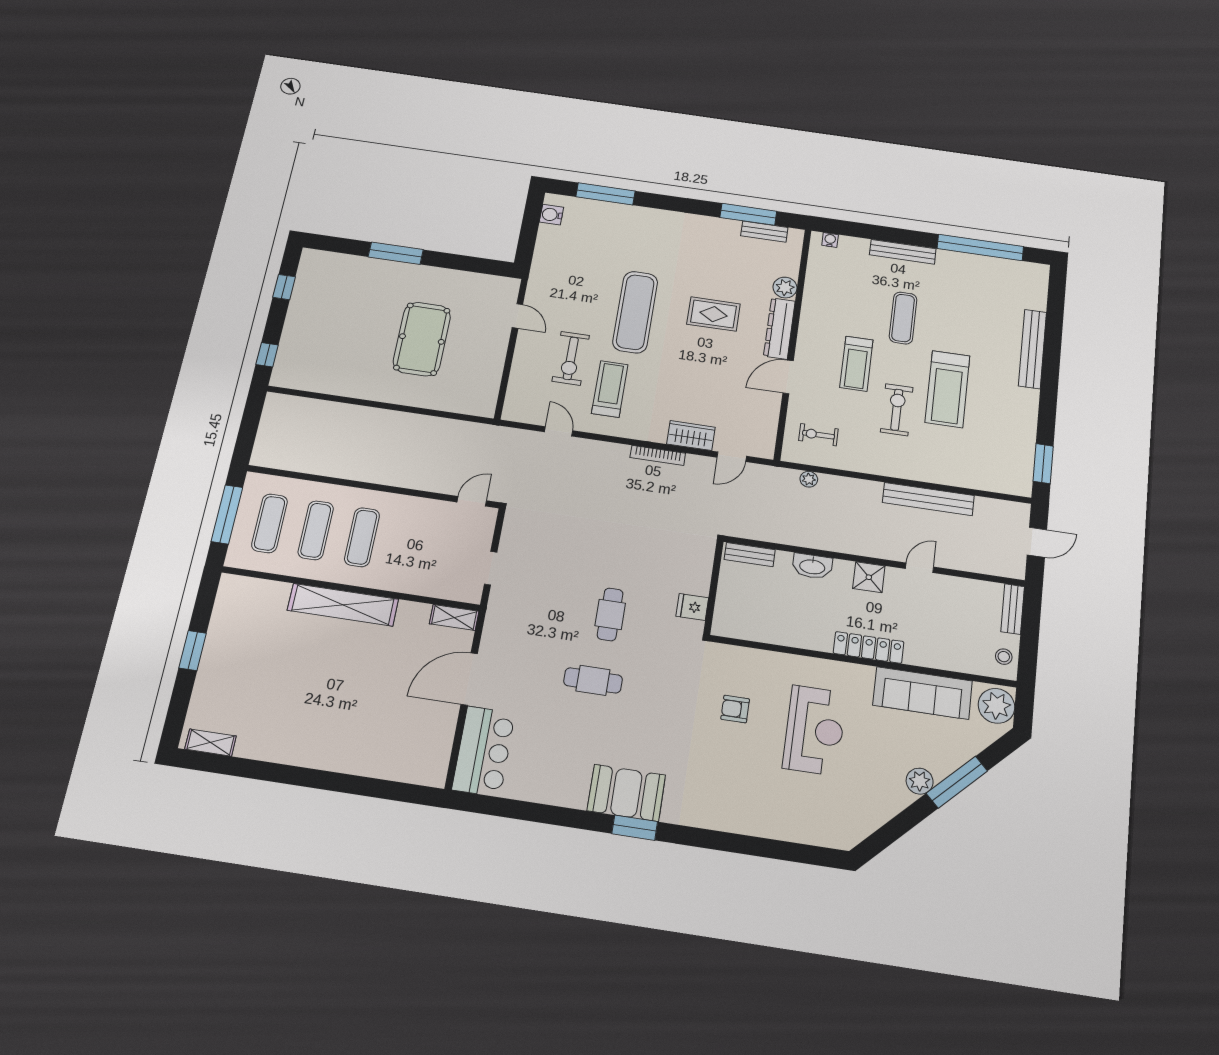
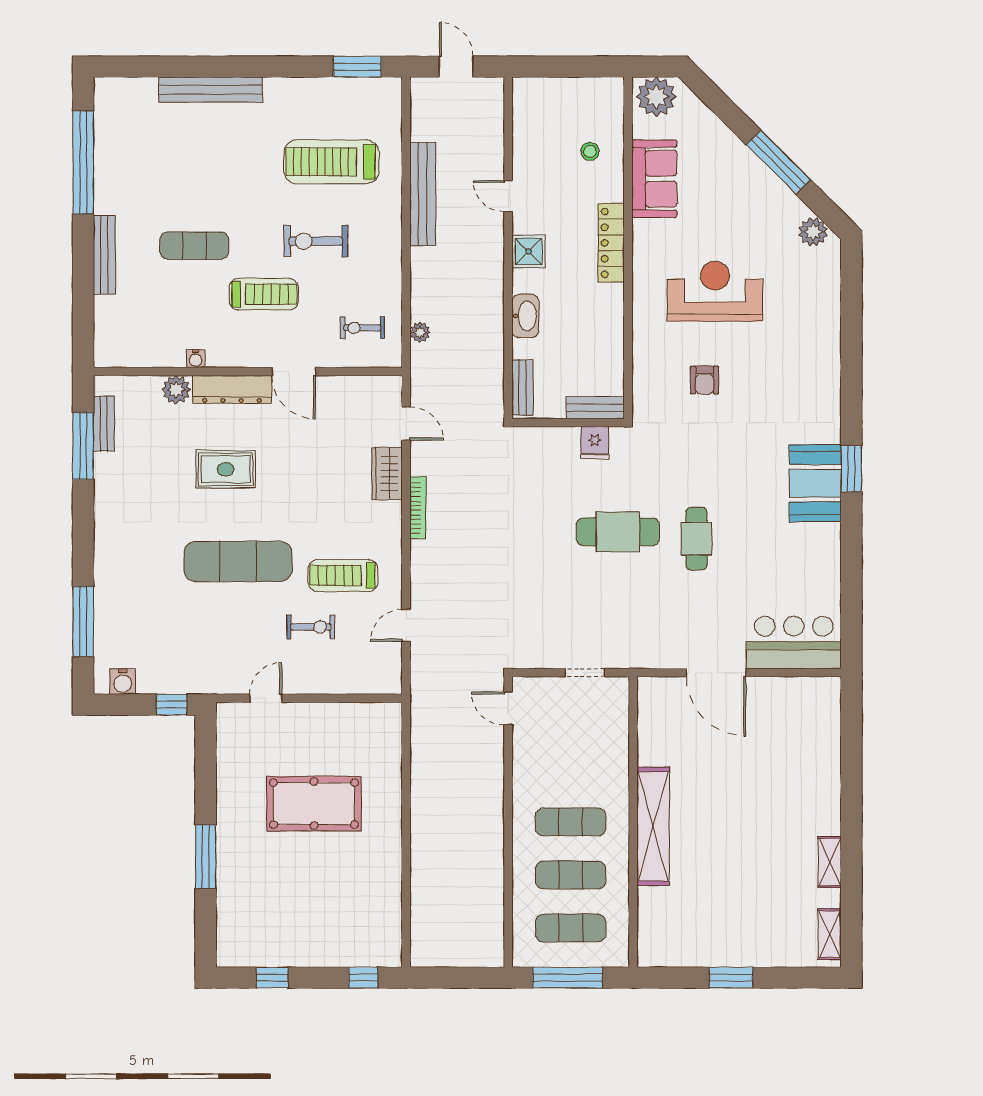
water cooler: (830, 240) -> (196, 359), moved, turned -90
window: (526, 247) -> (172, 705), added
rug: (713, 314) -> (226, 469), turned 90
exercise bike: (571, 358) -> (311, 627), width x0.73, depth x0.72
treadmill: (948, 389) -> (331, 162), moved, turned 180
exercise bike: (818, 435) -> (362, 328), turned 90
bench: (1013, 609) -> (595, 408), moved
cafe table: (610, 614) -> (618, 532), width x1.37, depth x1.35
shelving: (454, 617) -> (830, 862), moved
stool: (1004, 657) -> (590, 151), moved
sofa: (923, 693) -> (654, 179), width x0.73
plant: (920, 781) -> (813, 232), moved
window: (957, 782) -> (778, 162), moved

